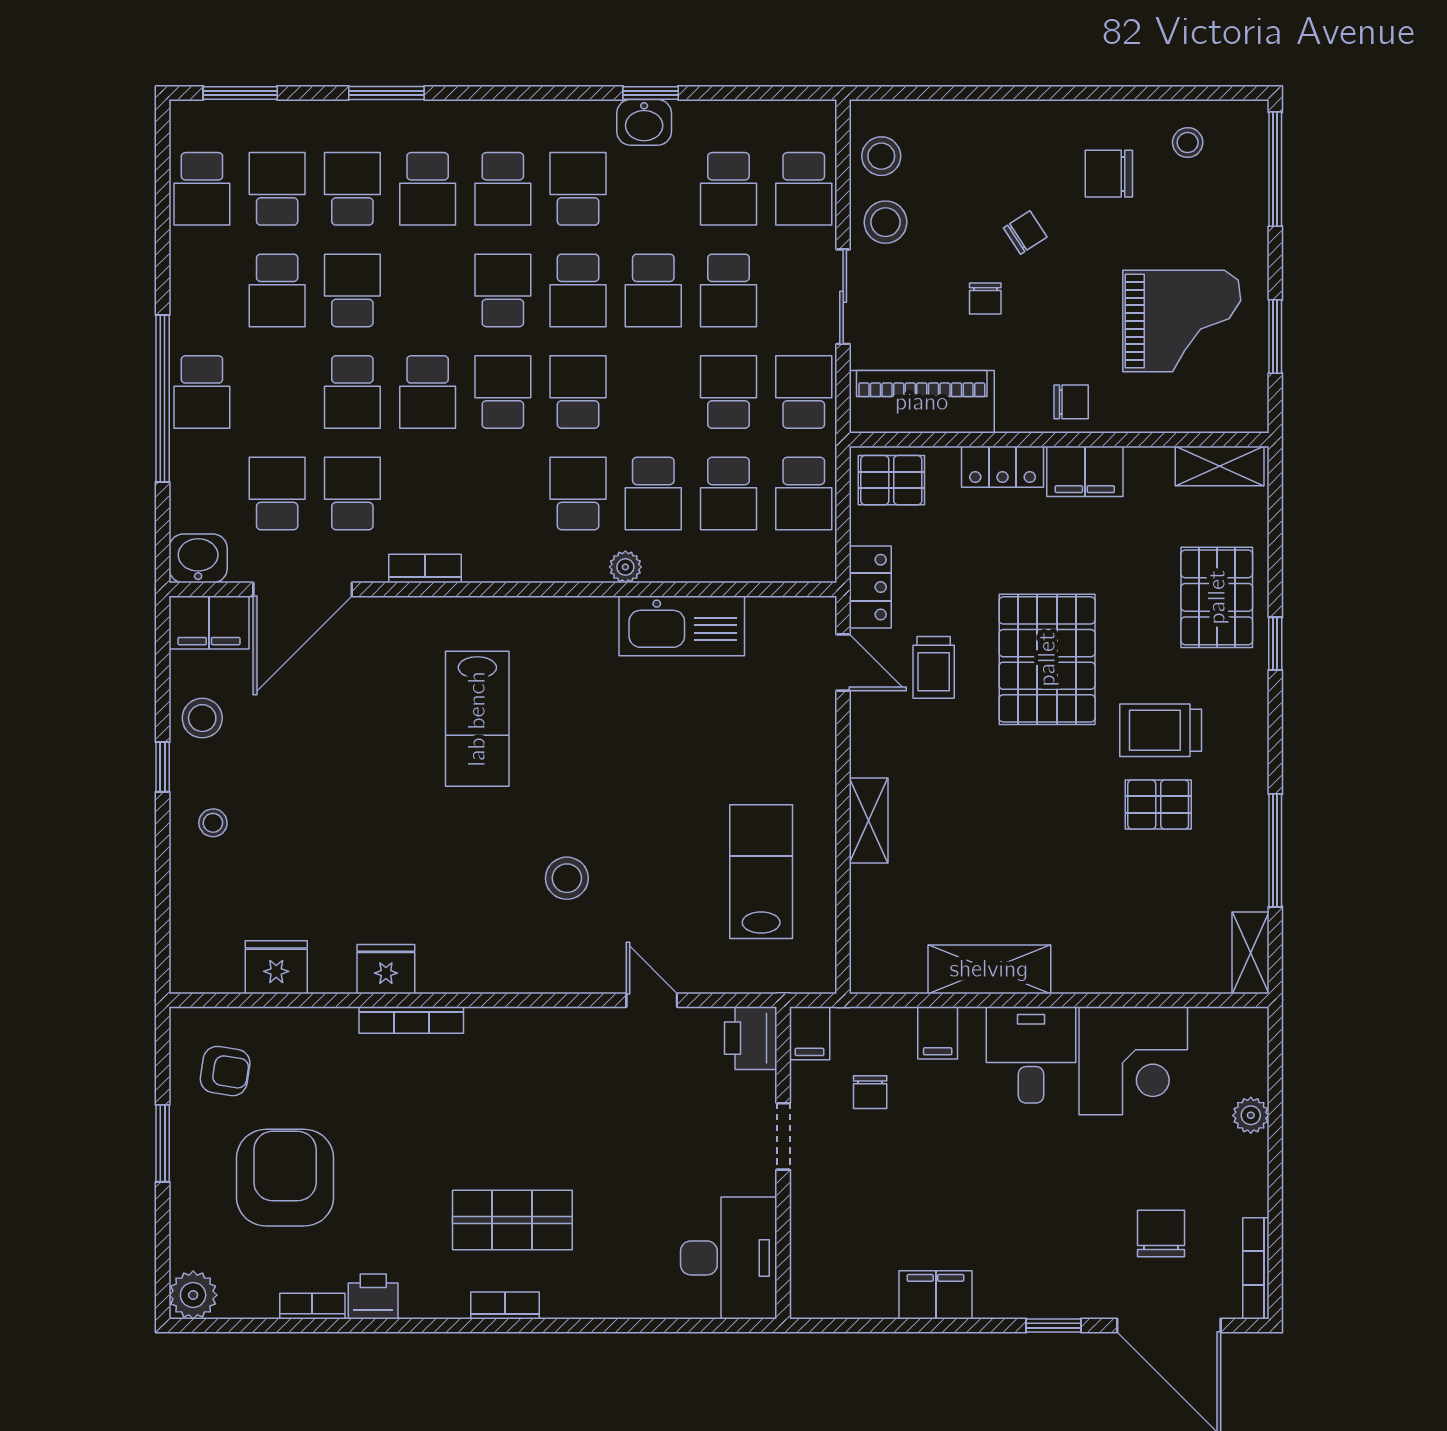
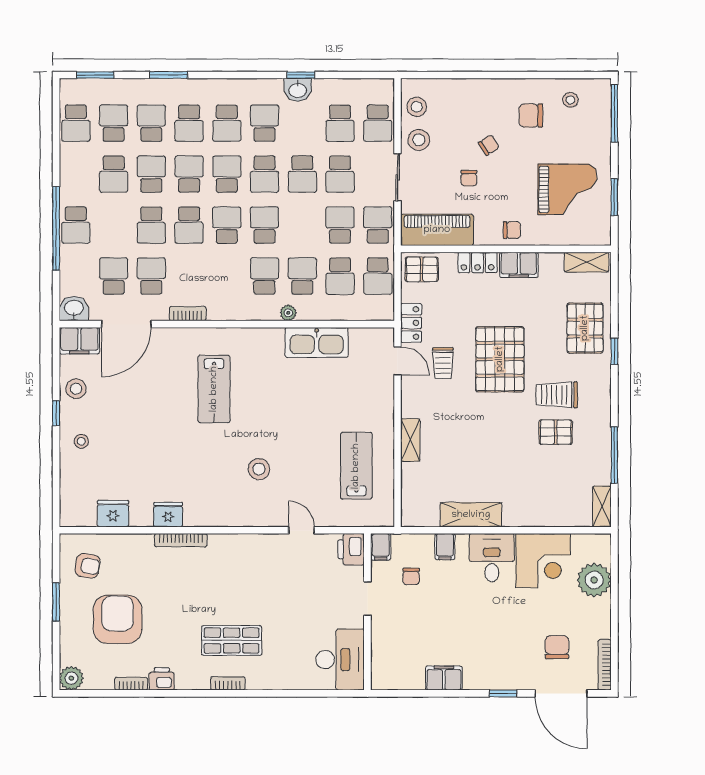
school desk: (428, 290) -> (189, 174), added
school desk: (653, 493) -> (302, 276), turned 180
plant: (1251, 1115) -> (594, 580), width x1.87, depth x1.87

